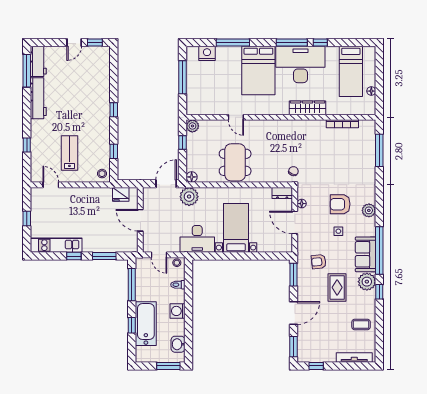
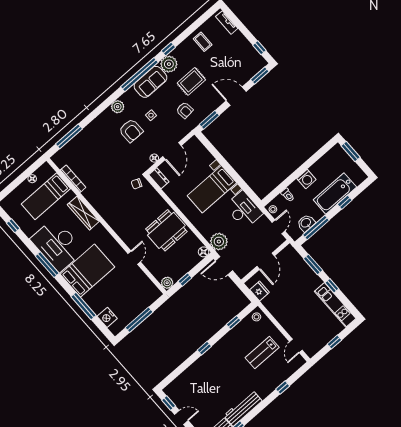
window: (320, 42) -> (13, 226), moved
bed: (351, 71) -> (46, 196), moved, turned 180
washbasin: (178, 344) -> (306, 223), moved, turned 180
tv unit: (354, 357) -> (227, 22), width x0.71

